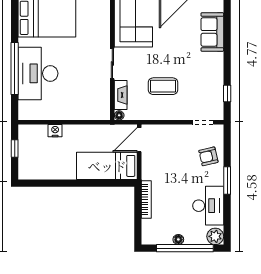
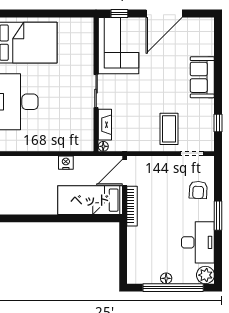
sofa: (212, 32) -> (202, 77), moved
coffee table: (163, 86) -> (169, 129), moved, turned 90
nightstand: (55, 131) -> (66, 163), moved
armchair: (208, 156) -> (198, 190), turned -74
bookcase: (146, 200) -> (132, 206), moved

